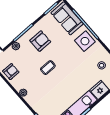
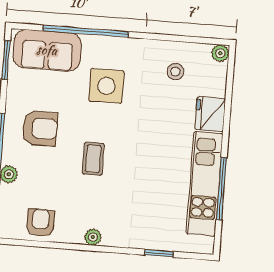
armchair: (40, 41) -> (40, 128), turned 90
side table: (85, 41) -> (106, 86), moved

